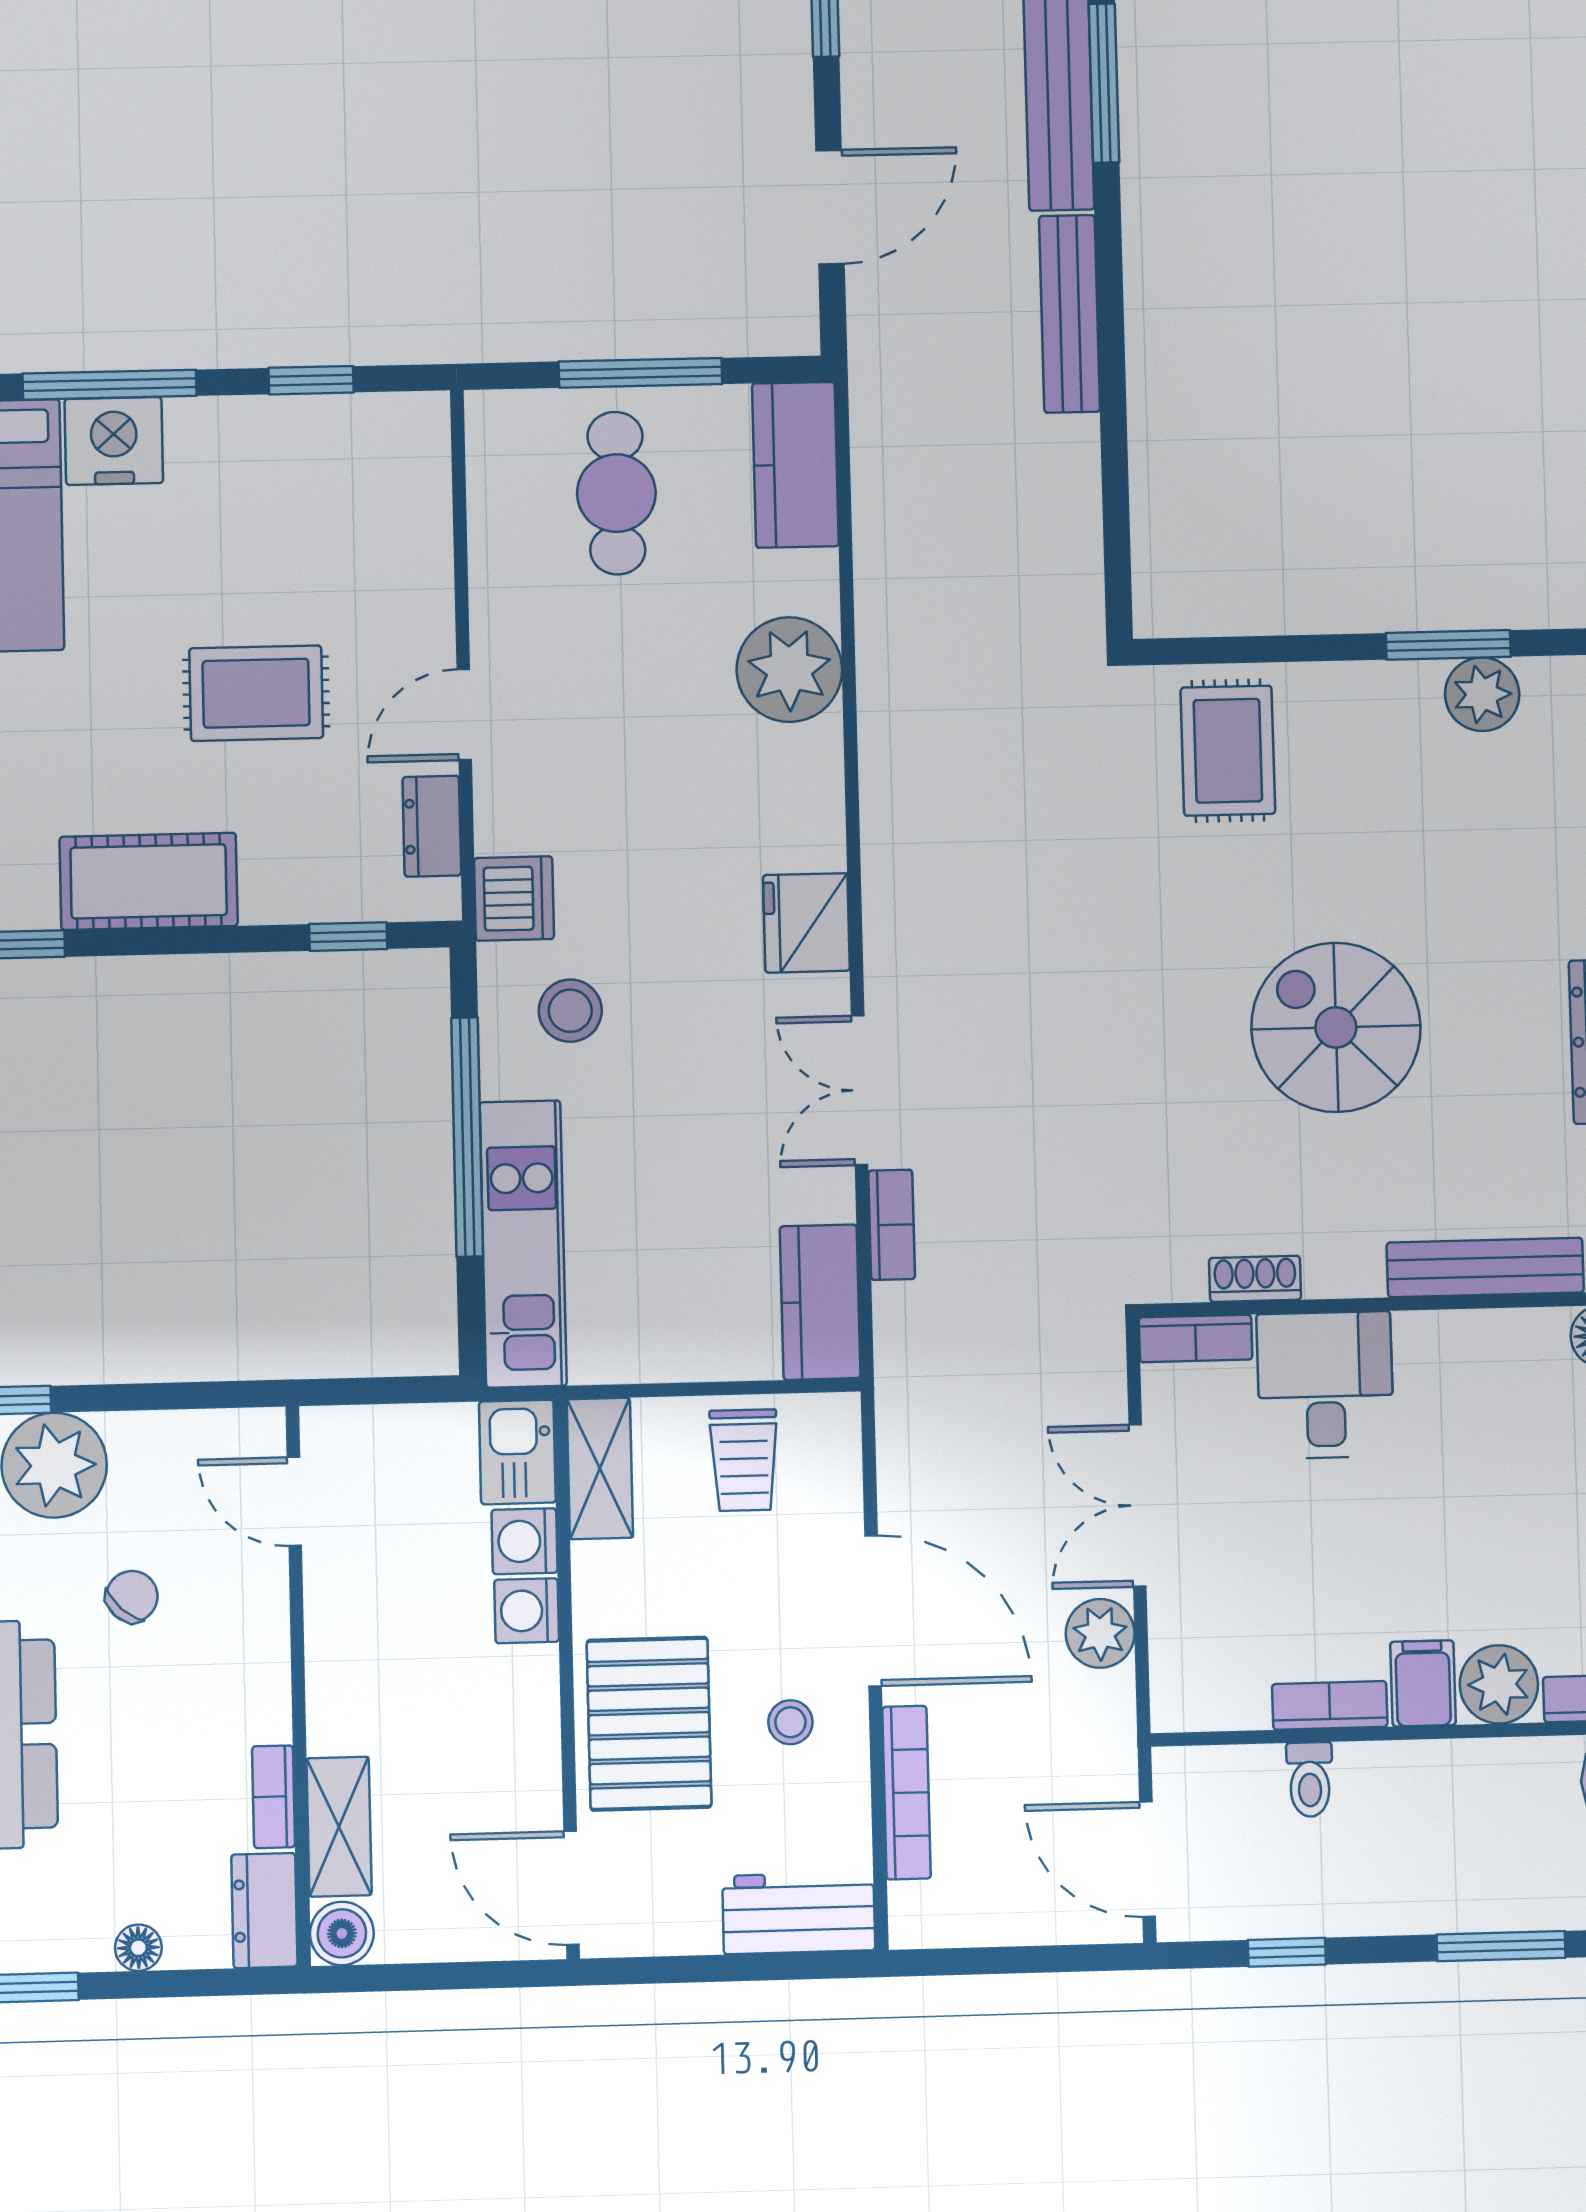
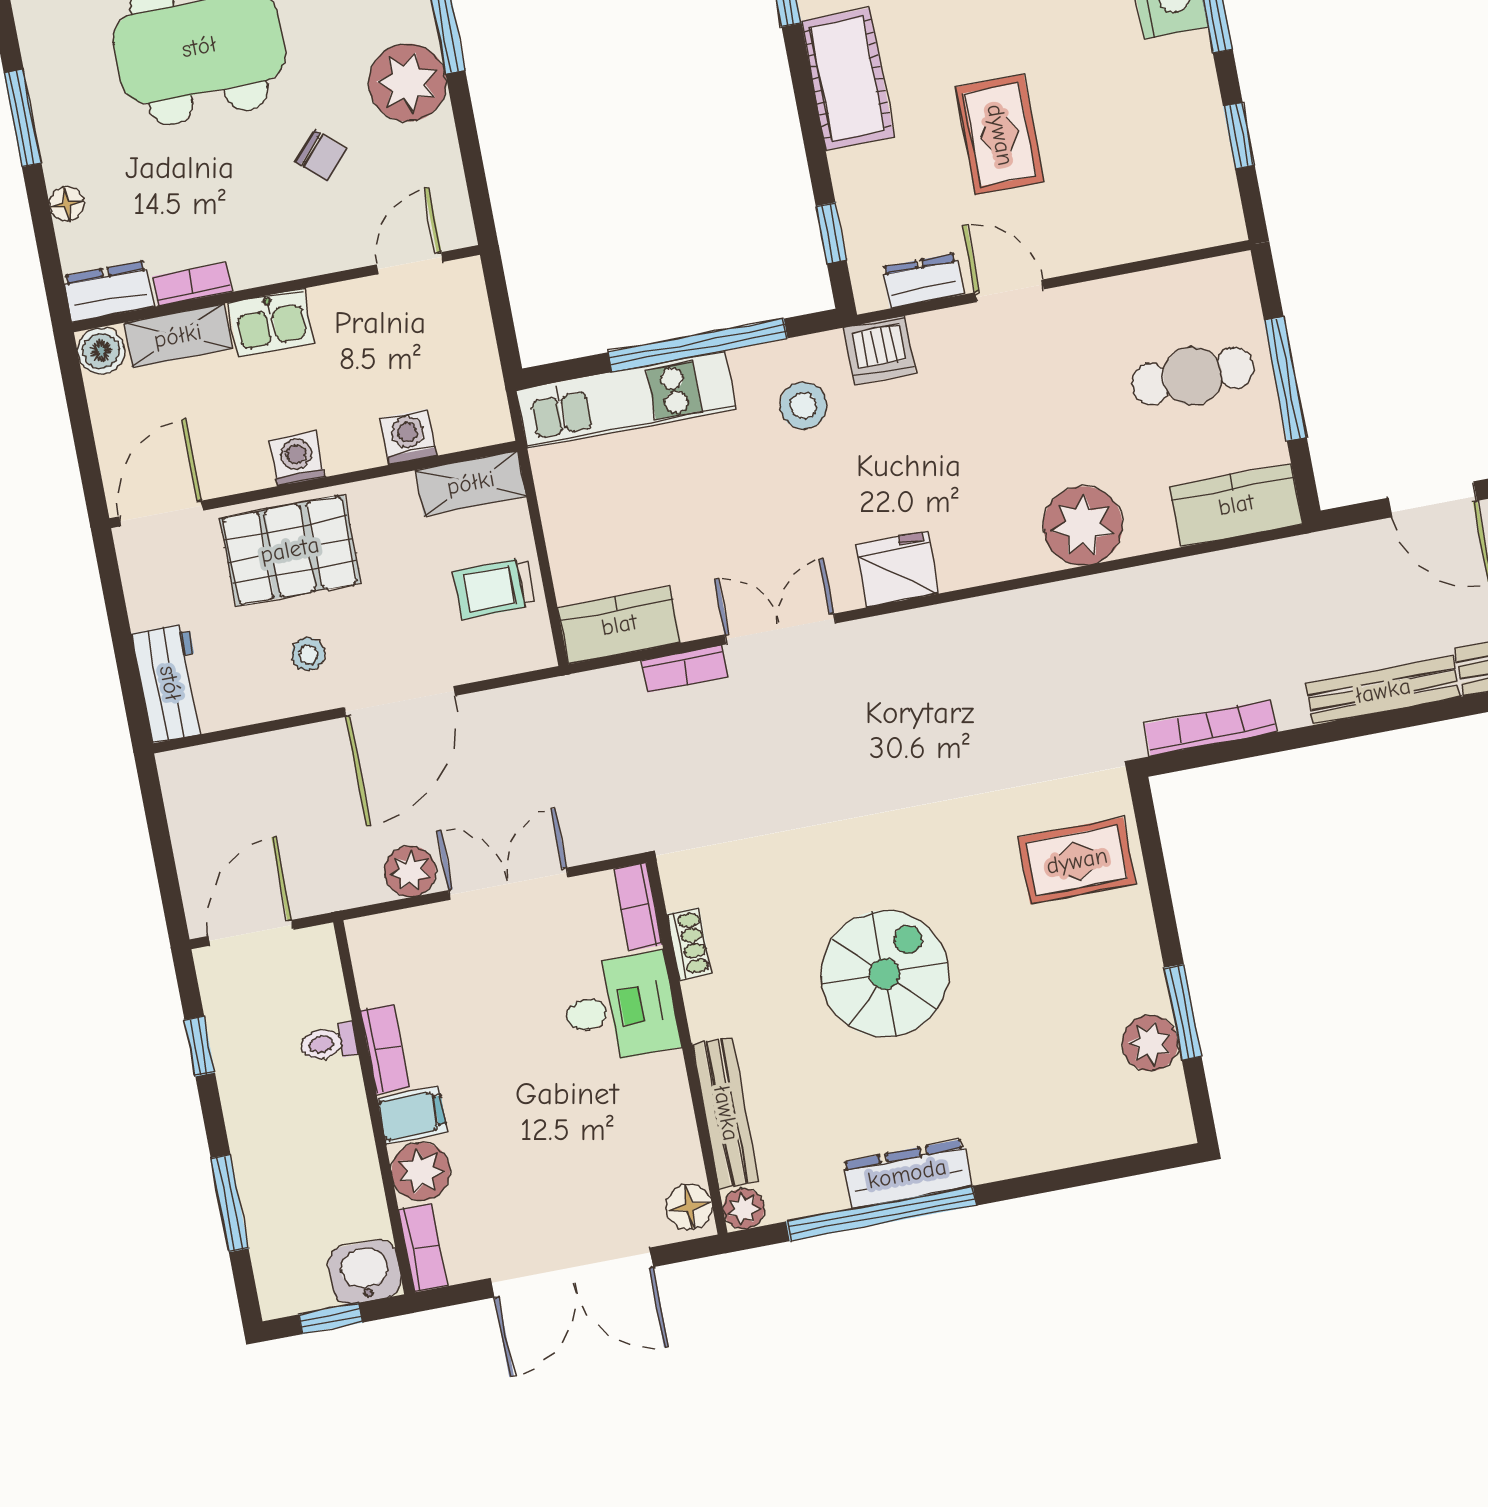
kitchen sink: (517, 1452) -> (271, 323), moved, turned 180
washing machine: (527, 1611) -> (297, 459), moved
bookcase: (907, 1793) -> (1211, 728), moved, turned 180

